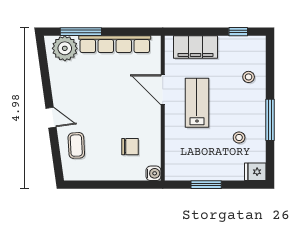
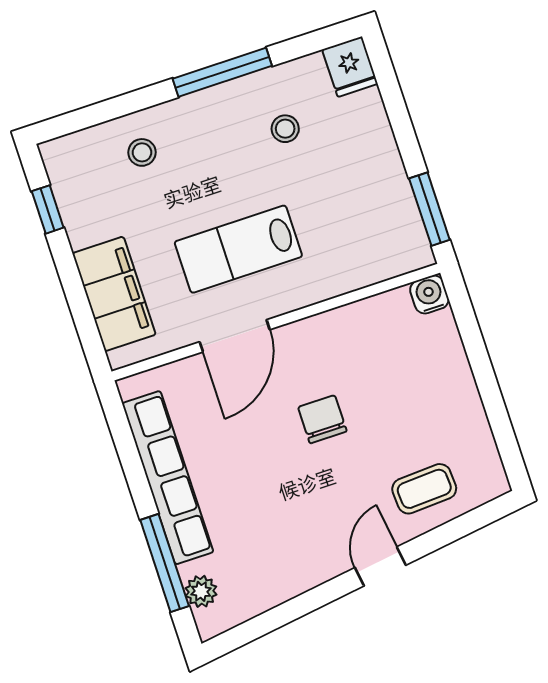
plant: (65, 48) -> (201, 591), width x0.53, depth x0.53
chair: (130, 147) -> (322, 419), moved
window: (206, 185) -> (429, 209), moved

